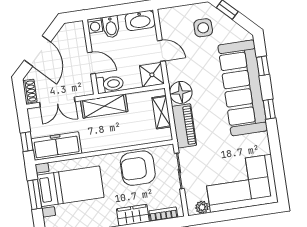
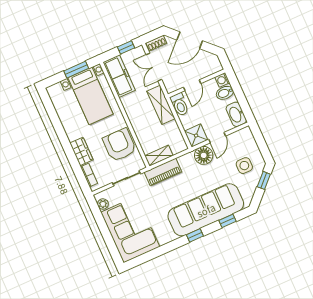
floor lamp: (181, 92) -> (204, 155), moved
shelving: (161, 112) -> (159, 156), moved
window: (27, 142) -> (126, 47), moved

